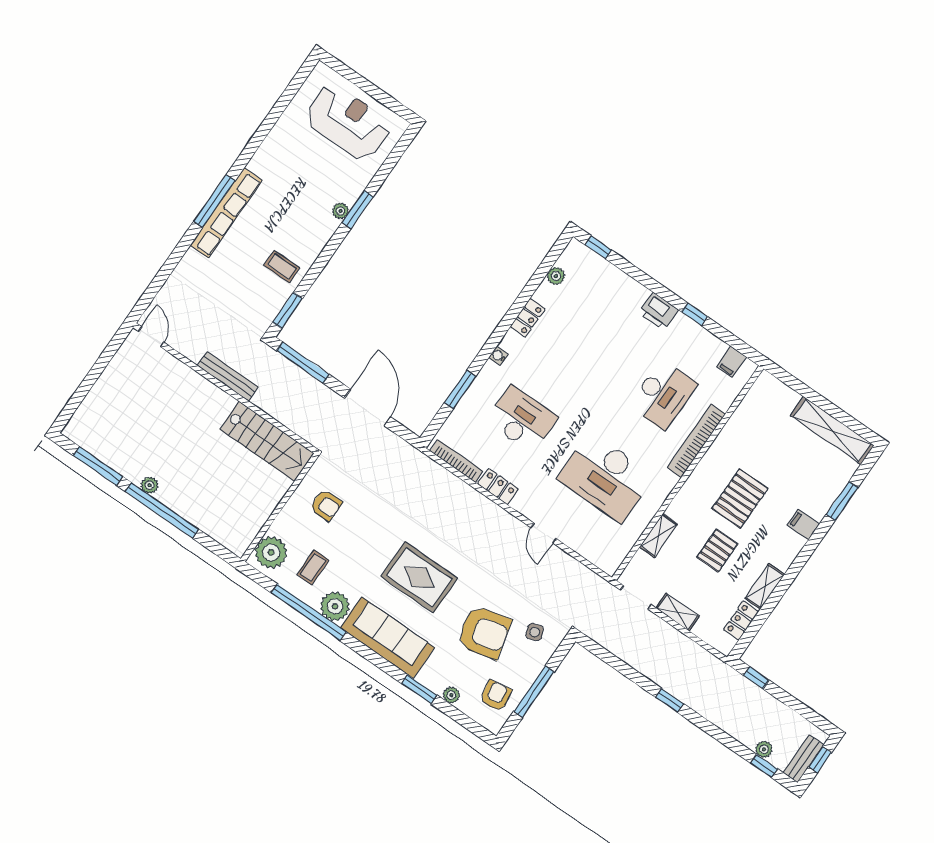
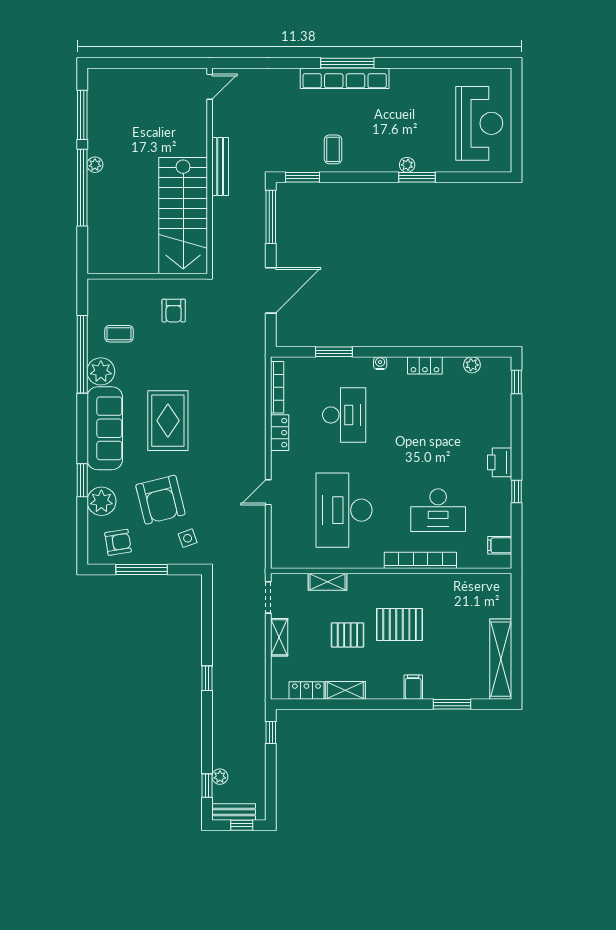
stairs: (267, 441) -> (183, 216), width x1.36, depth x1.51
plant: (271, 552) -> (108, 294), removed
plant: (451, 695) -> (101, 501), width x1.88, depth x1.88

